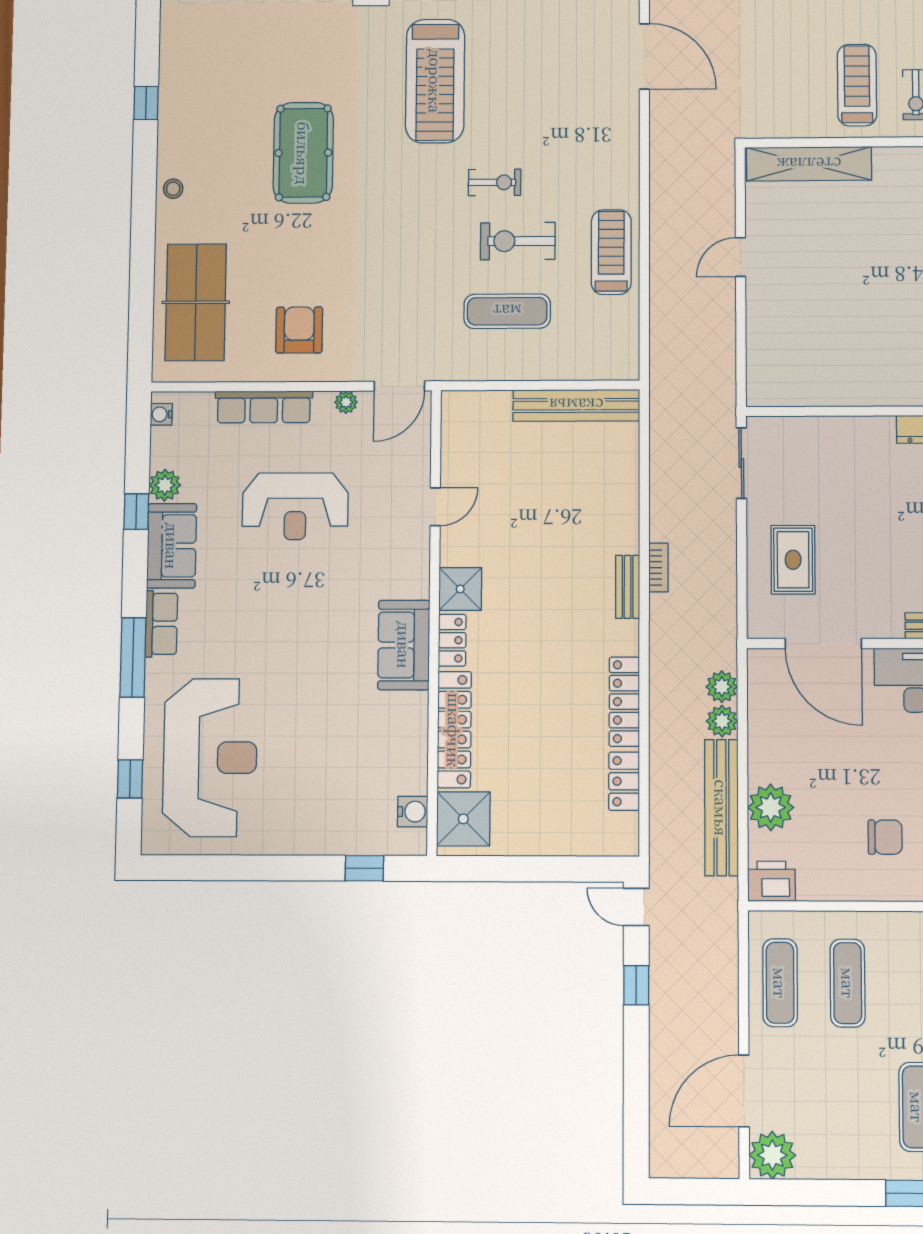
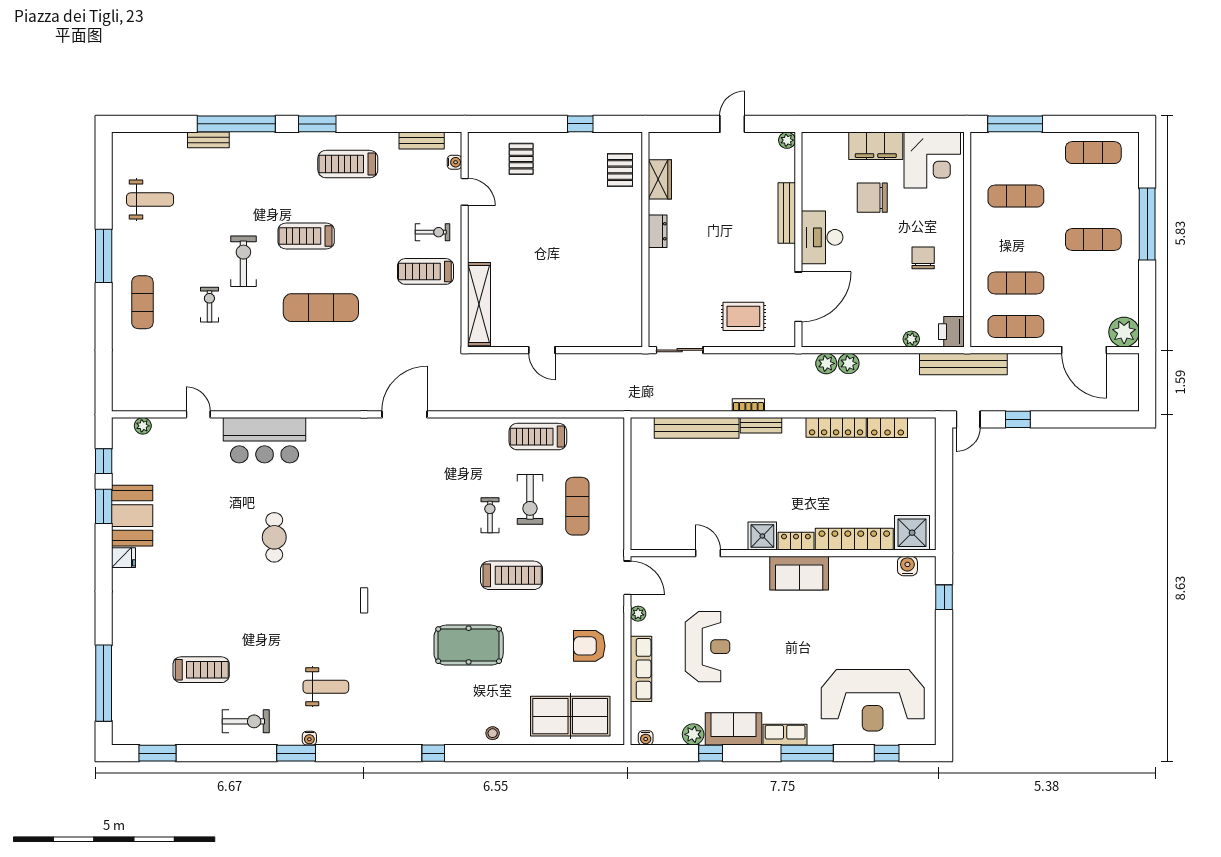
treadmill: (435, 81) -> (512, 575), moved, width x0.73, depth x0.73
bench: (576, 405) -> (697, 428), moved, turned 90
reception desk: (210, 758) -> (873, 700), turned 180
plant: (771, 807) -> (911, 339), width x0.53, depth x0.53
bench: (721, 808) -> (963, 364), moved

